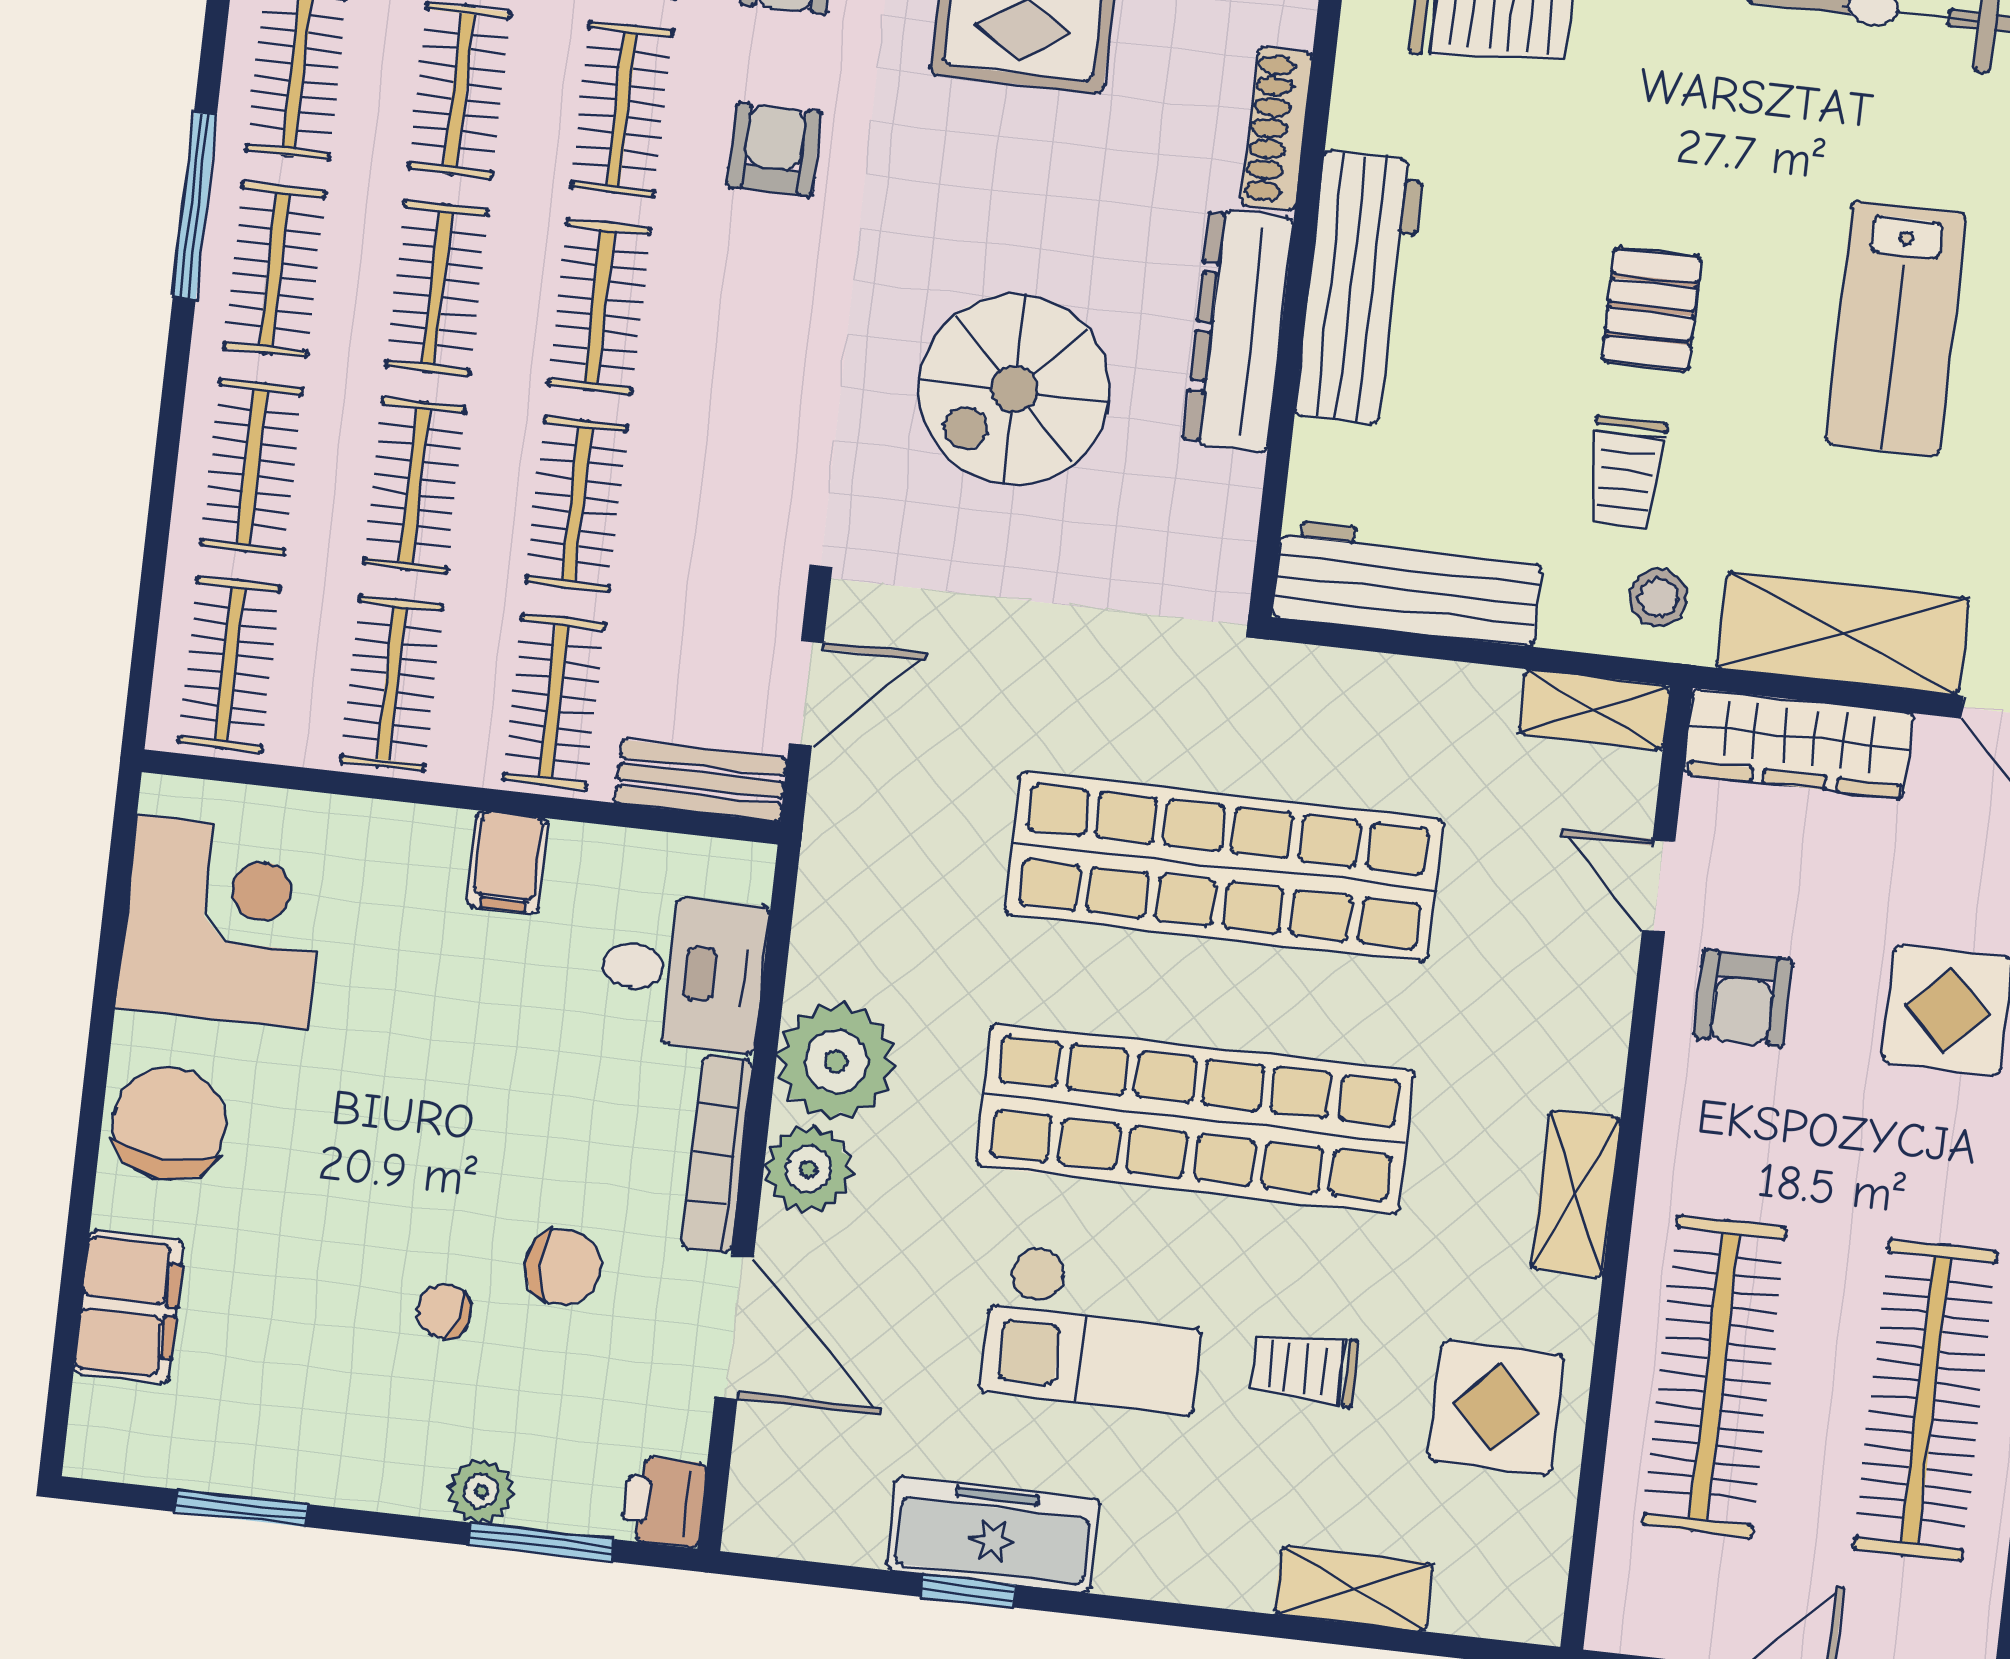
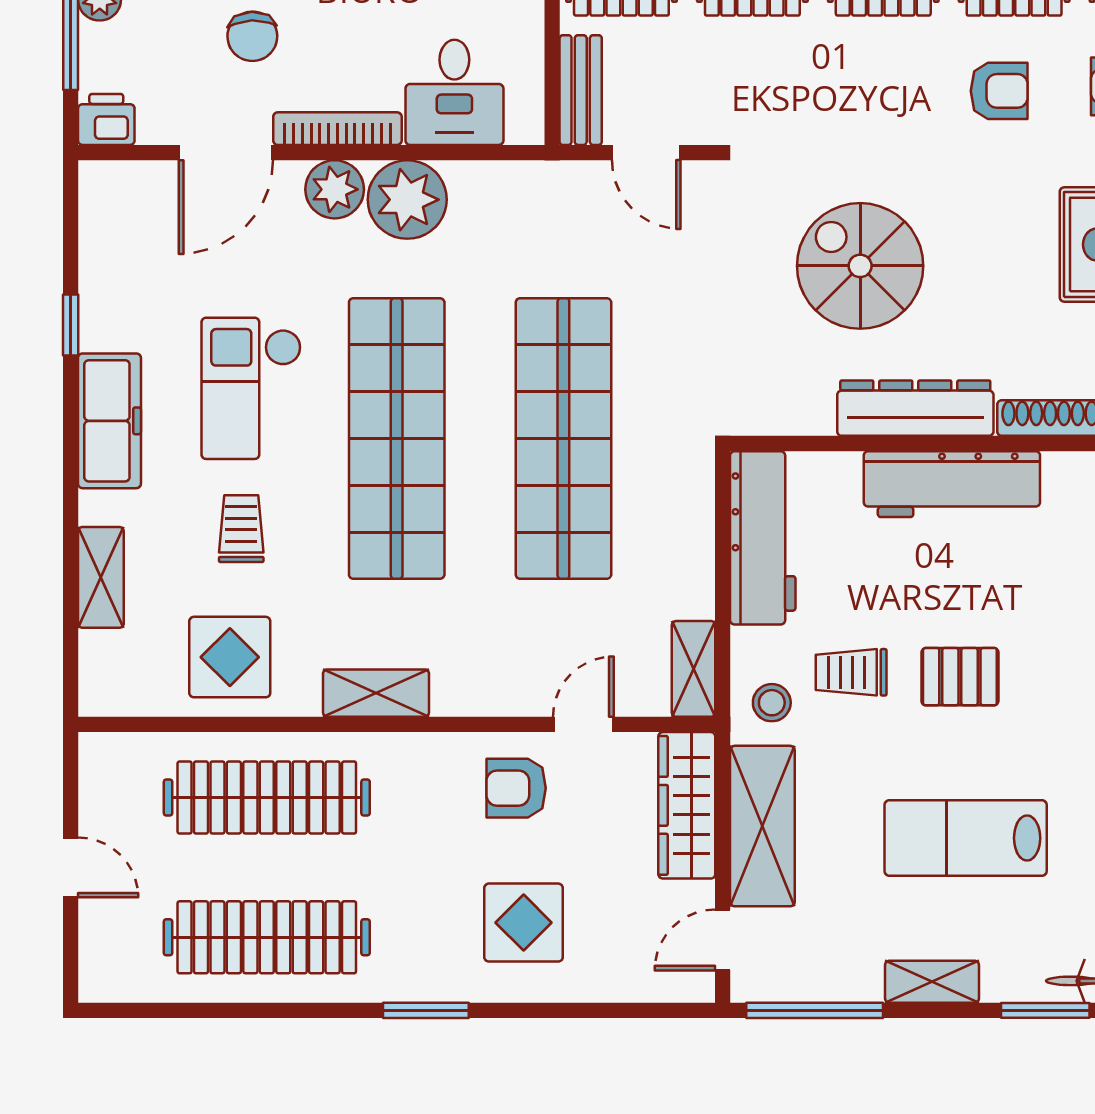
freezer: (993, 1534) -> (109, 421), moved

